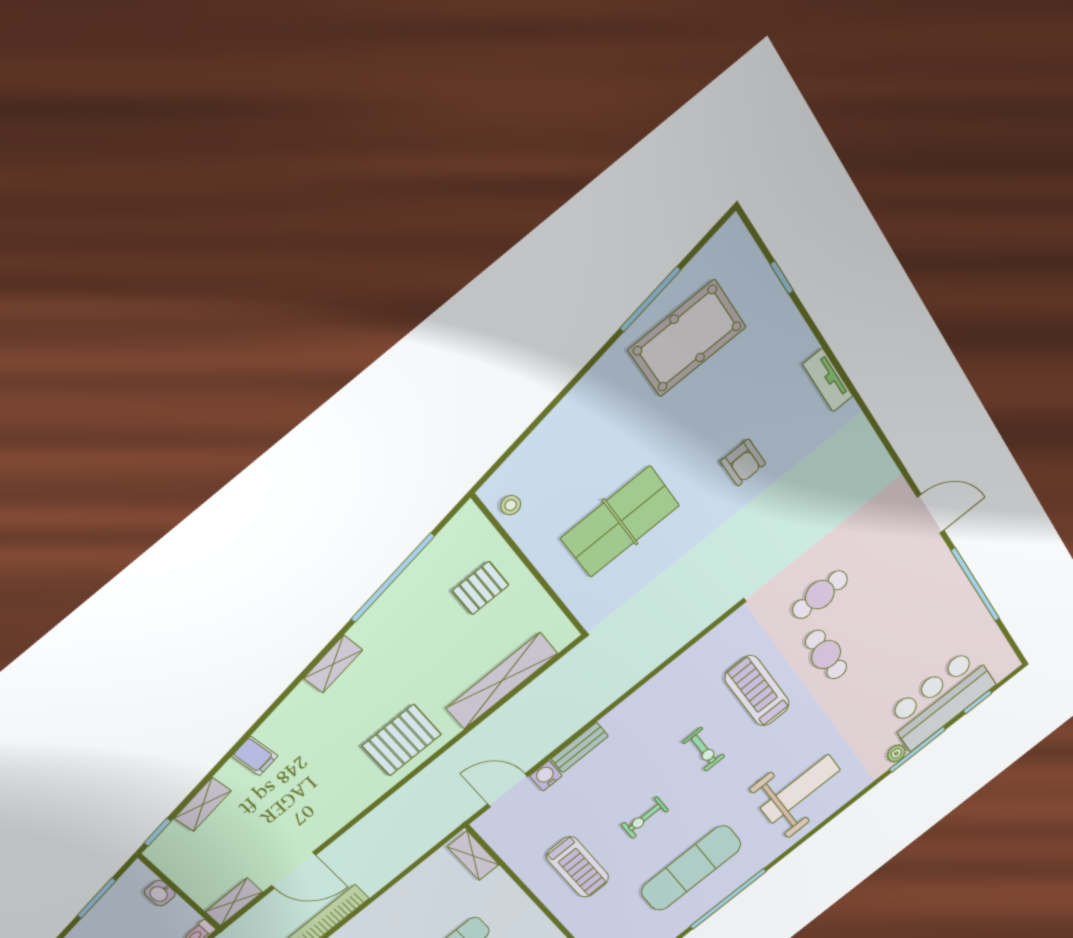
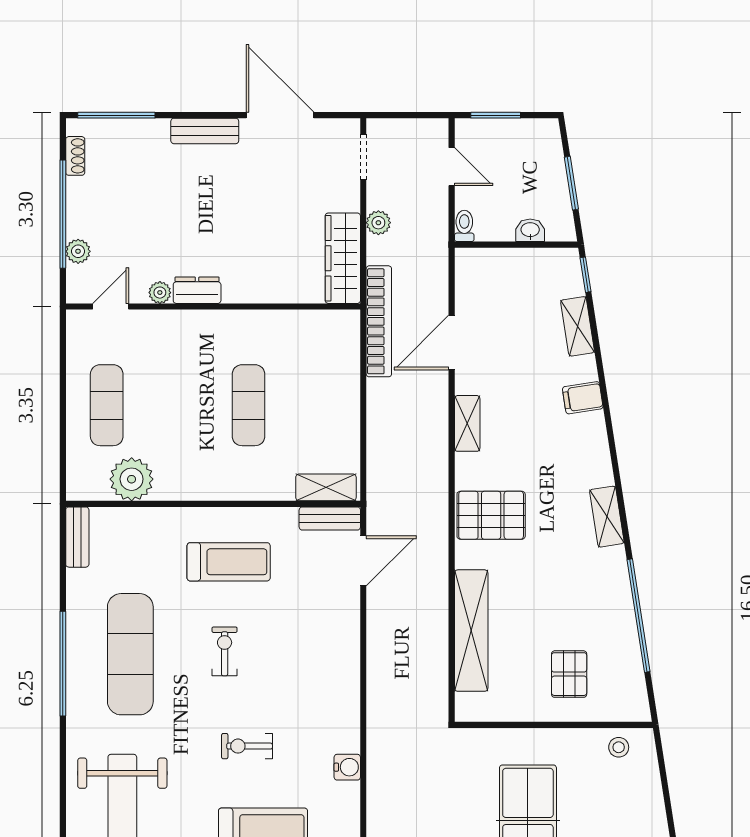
pallet: (402, 740) -> (491, 515), turned 90
bench: (580, 747) -> (330, 519), moved, turned 90
water cooler: (546, 776) -> (347, 767), moved
treadmill: (578, 867) -> (229, 562), turned 180
shelving: (234, 902) -> (467, 423), moved

